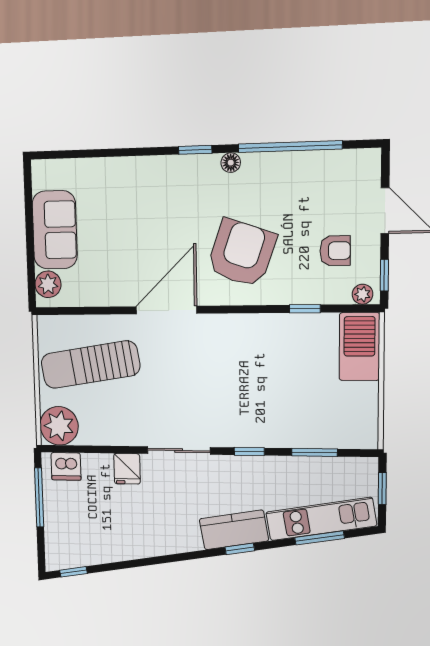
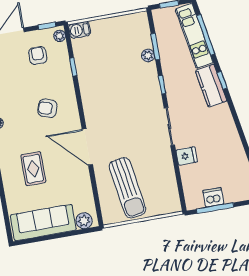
rug: (144, 213) -> (33, 169), added
sofa: (55, 230) -> (43, 223), width x1.36
armchair: (242, 253) -> (47, 108), width x0.53, depth x0.53
barbecue: (359, 347) -> (80, 30), width x0.53, depth x0.65
plant: (59, 426) -> (148, 55), moved, width x0.53, depth x0.53
dishwasher: (66, 466) -> (213, 197), moved, turned -90
window: (320, 538) -> (206, 35), width x1.44

